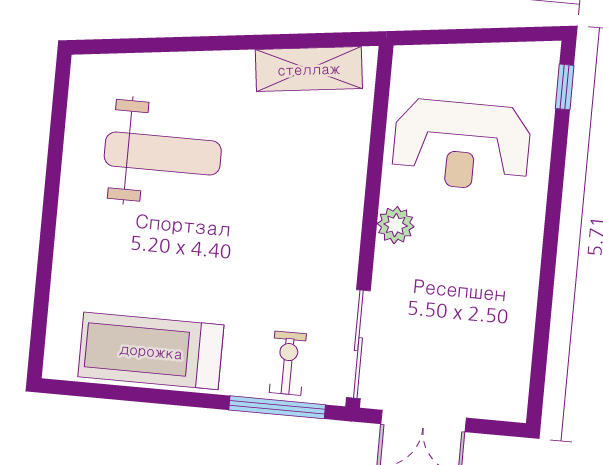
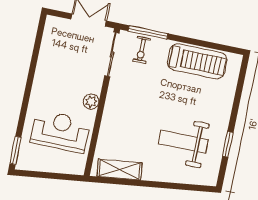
window: (565, 87) -> (15, 150), width x1.50
window: (55, 159) -> (228, 144), added

